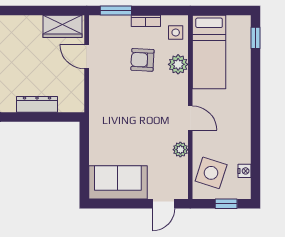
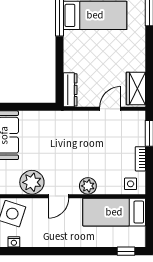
armchair: (142, 60) -> (108, 156), removed
plant: (178, 64) -> (88, 186), moved
dresser: (37, 104) -> (70, 90), moved
plant: (180, 150) -> (32, 182), width x1.87, depth x1.87

